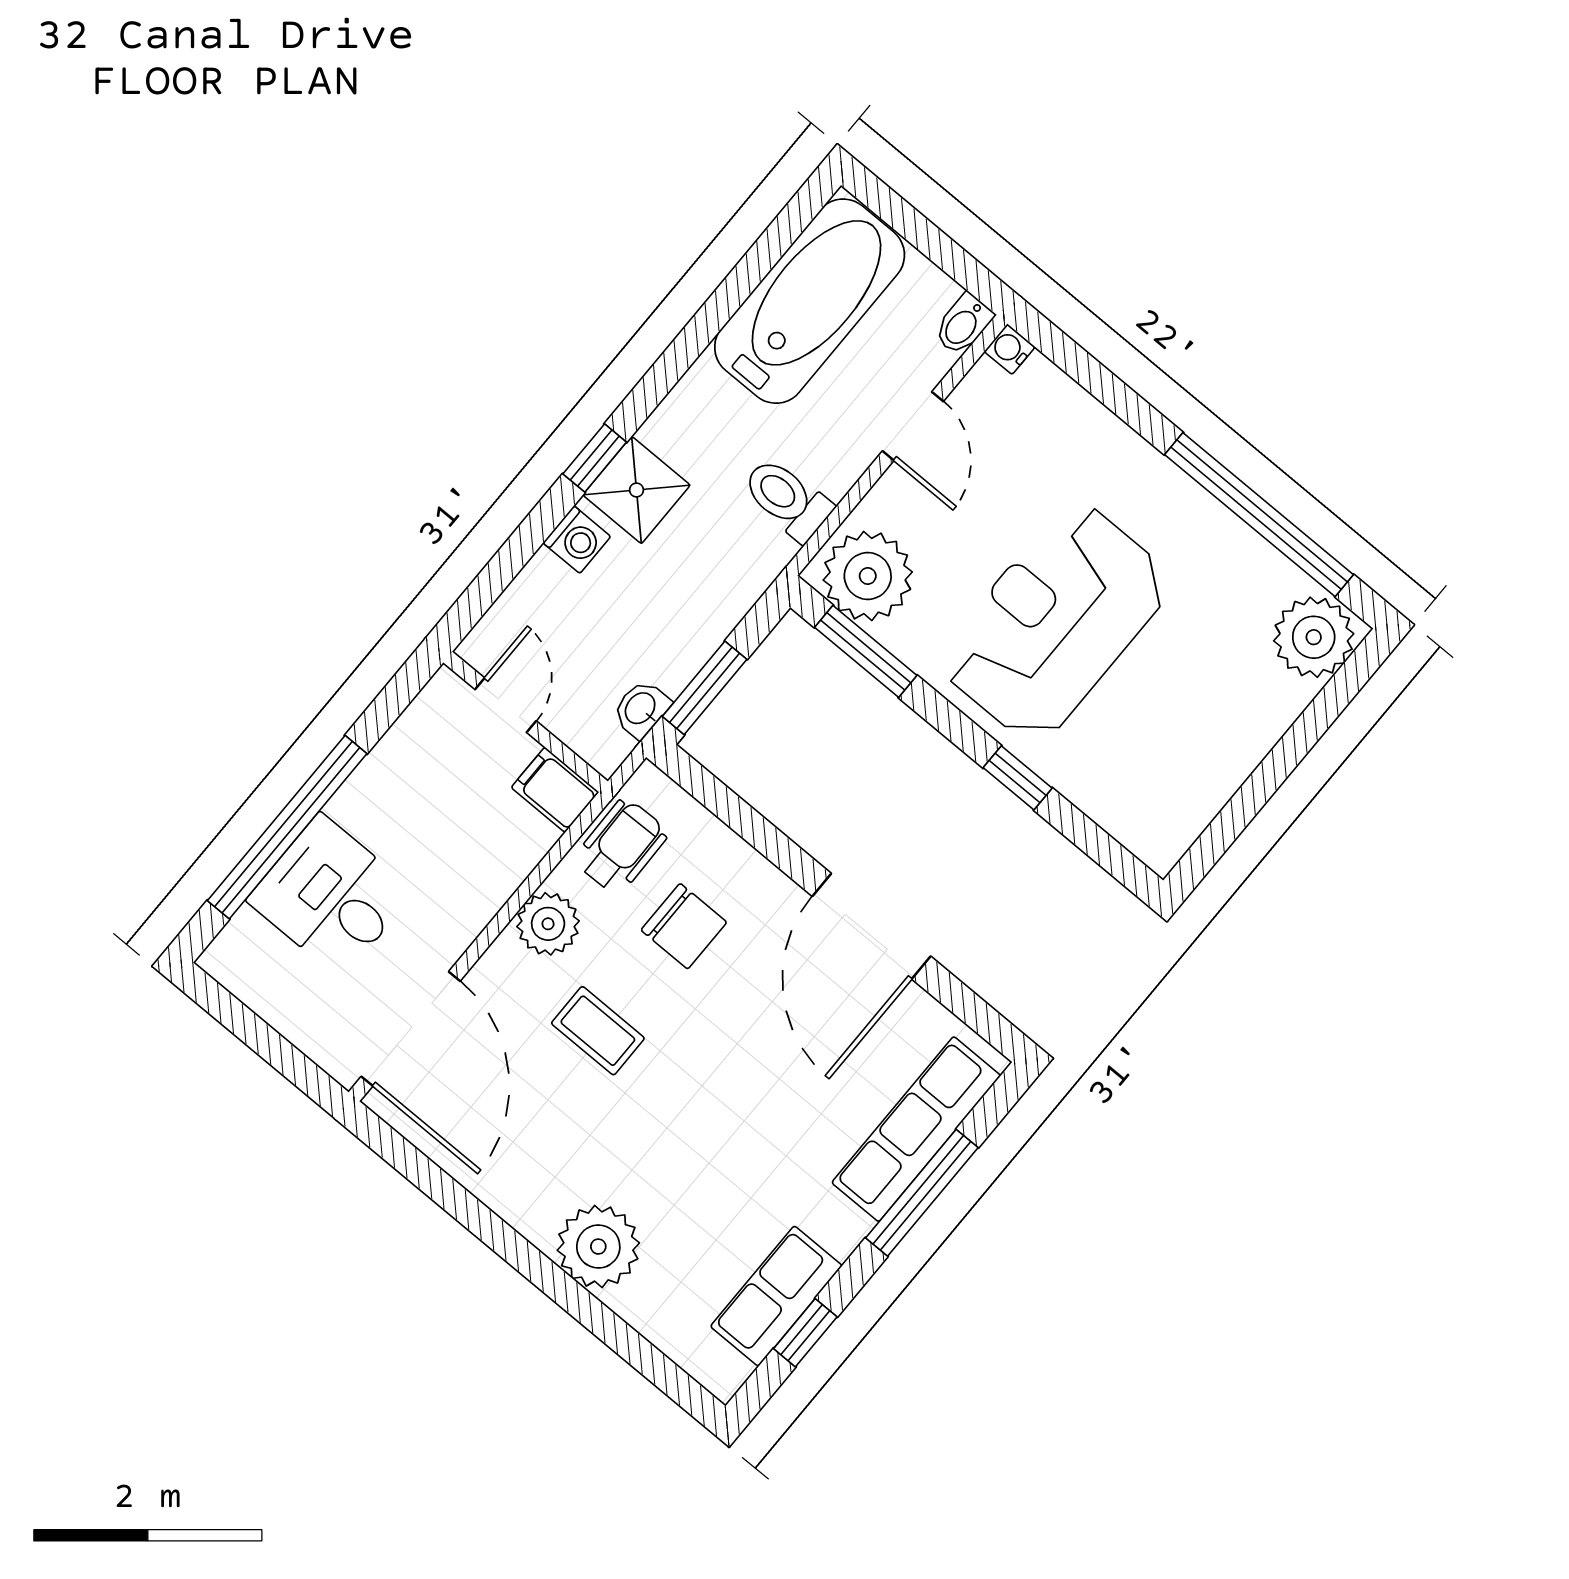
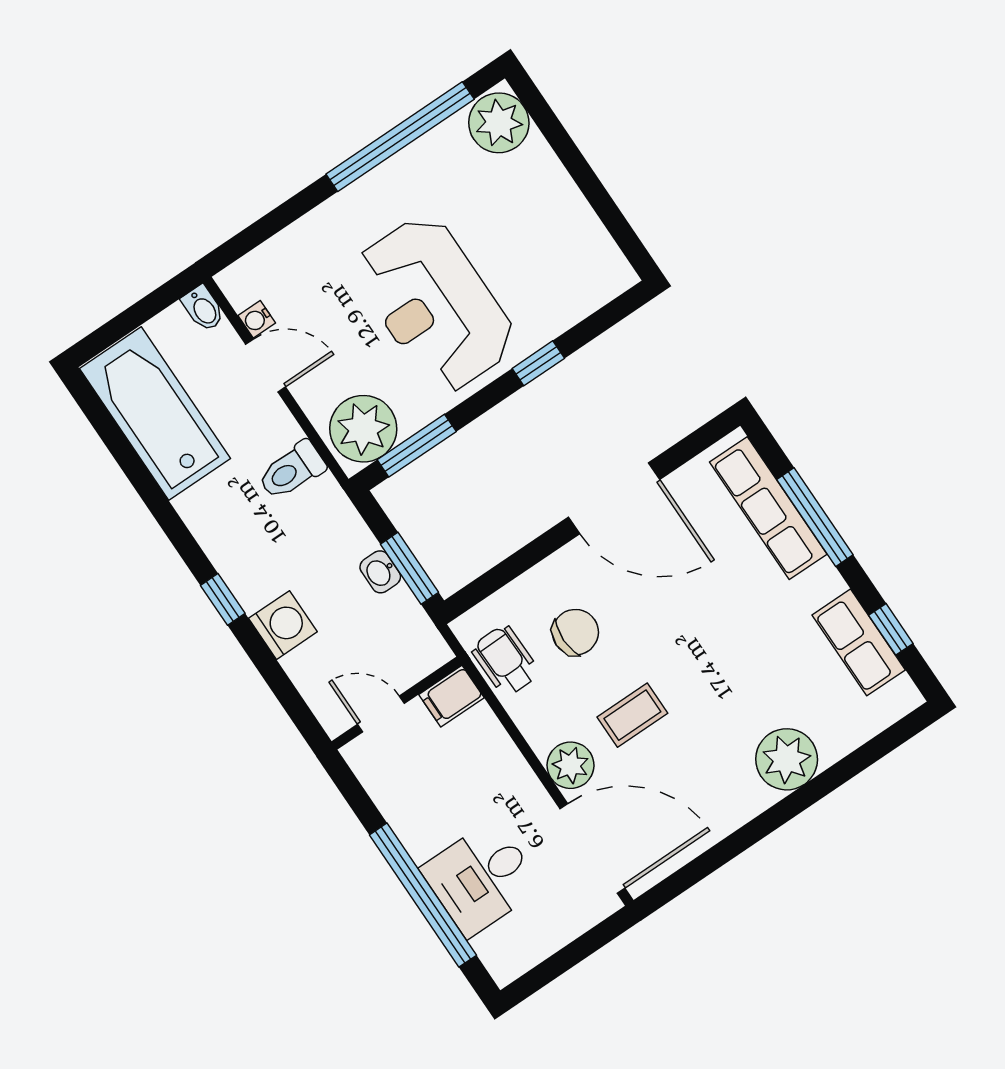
water cooler: (1010, 349) -> (257, 319), moved
shower: (636, 490) -> (254, 576), removed
washing machine: (577, 540) -> (283, 625), width x1.38, depth x1.38
washbasin: (641, 709) -> (380, 572), moved
plant: (548, 924) -> (570, 765), moved

